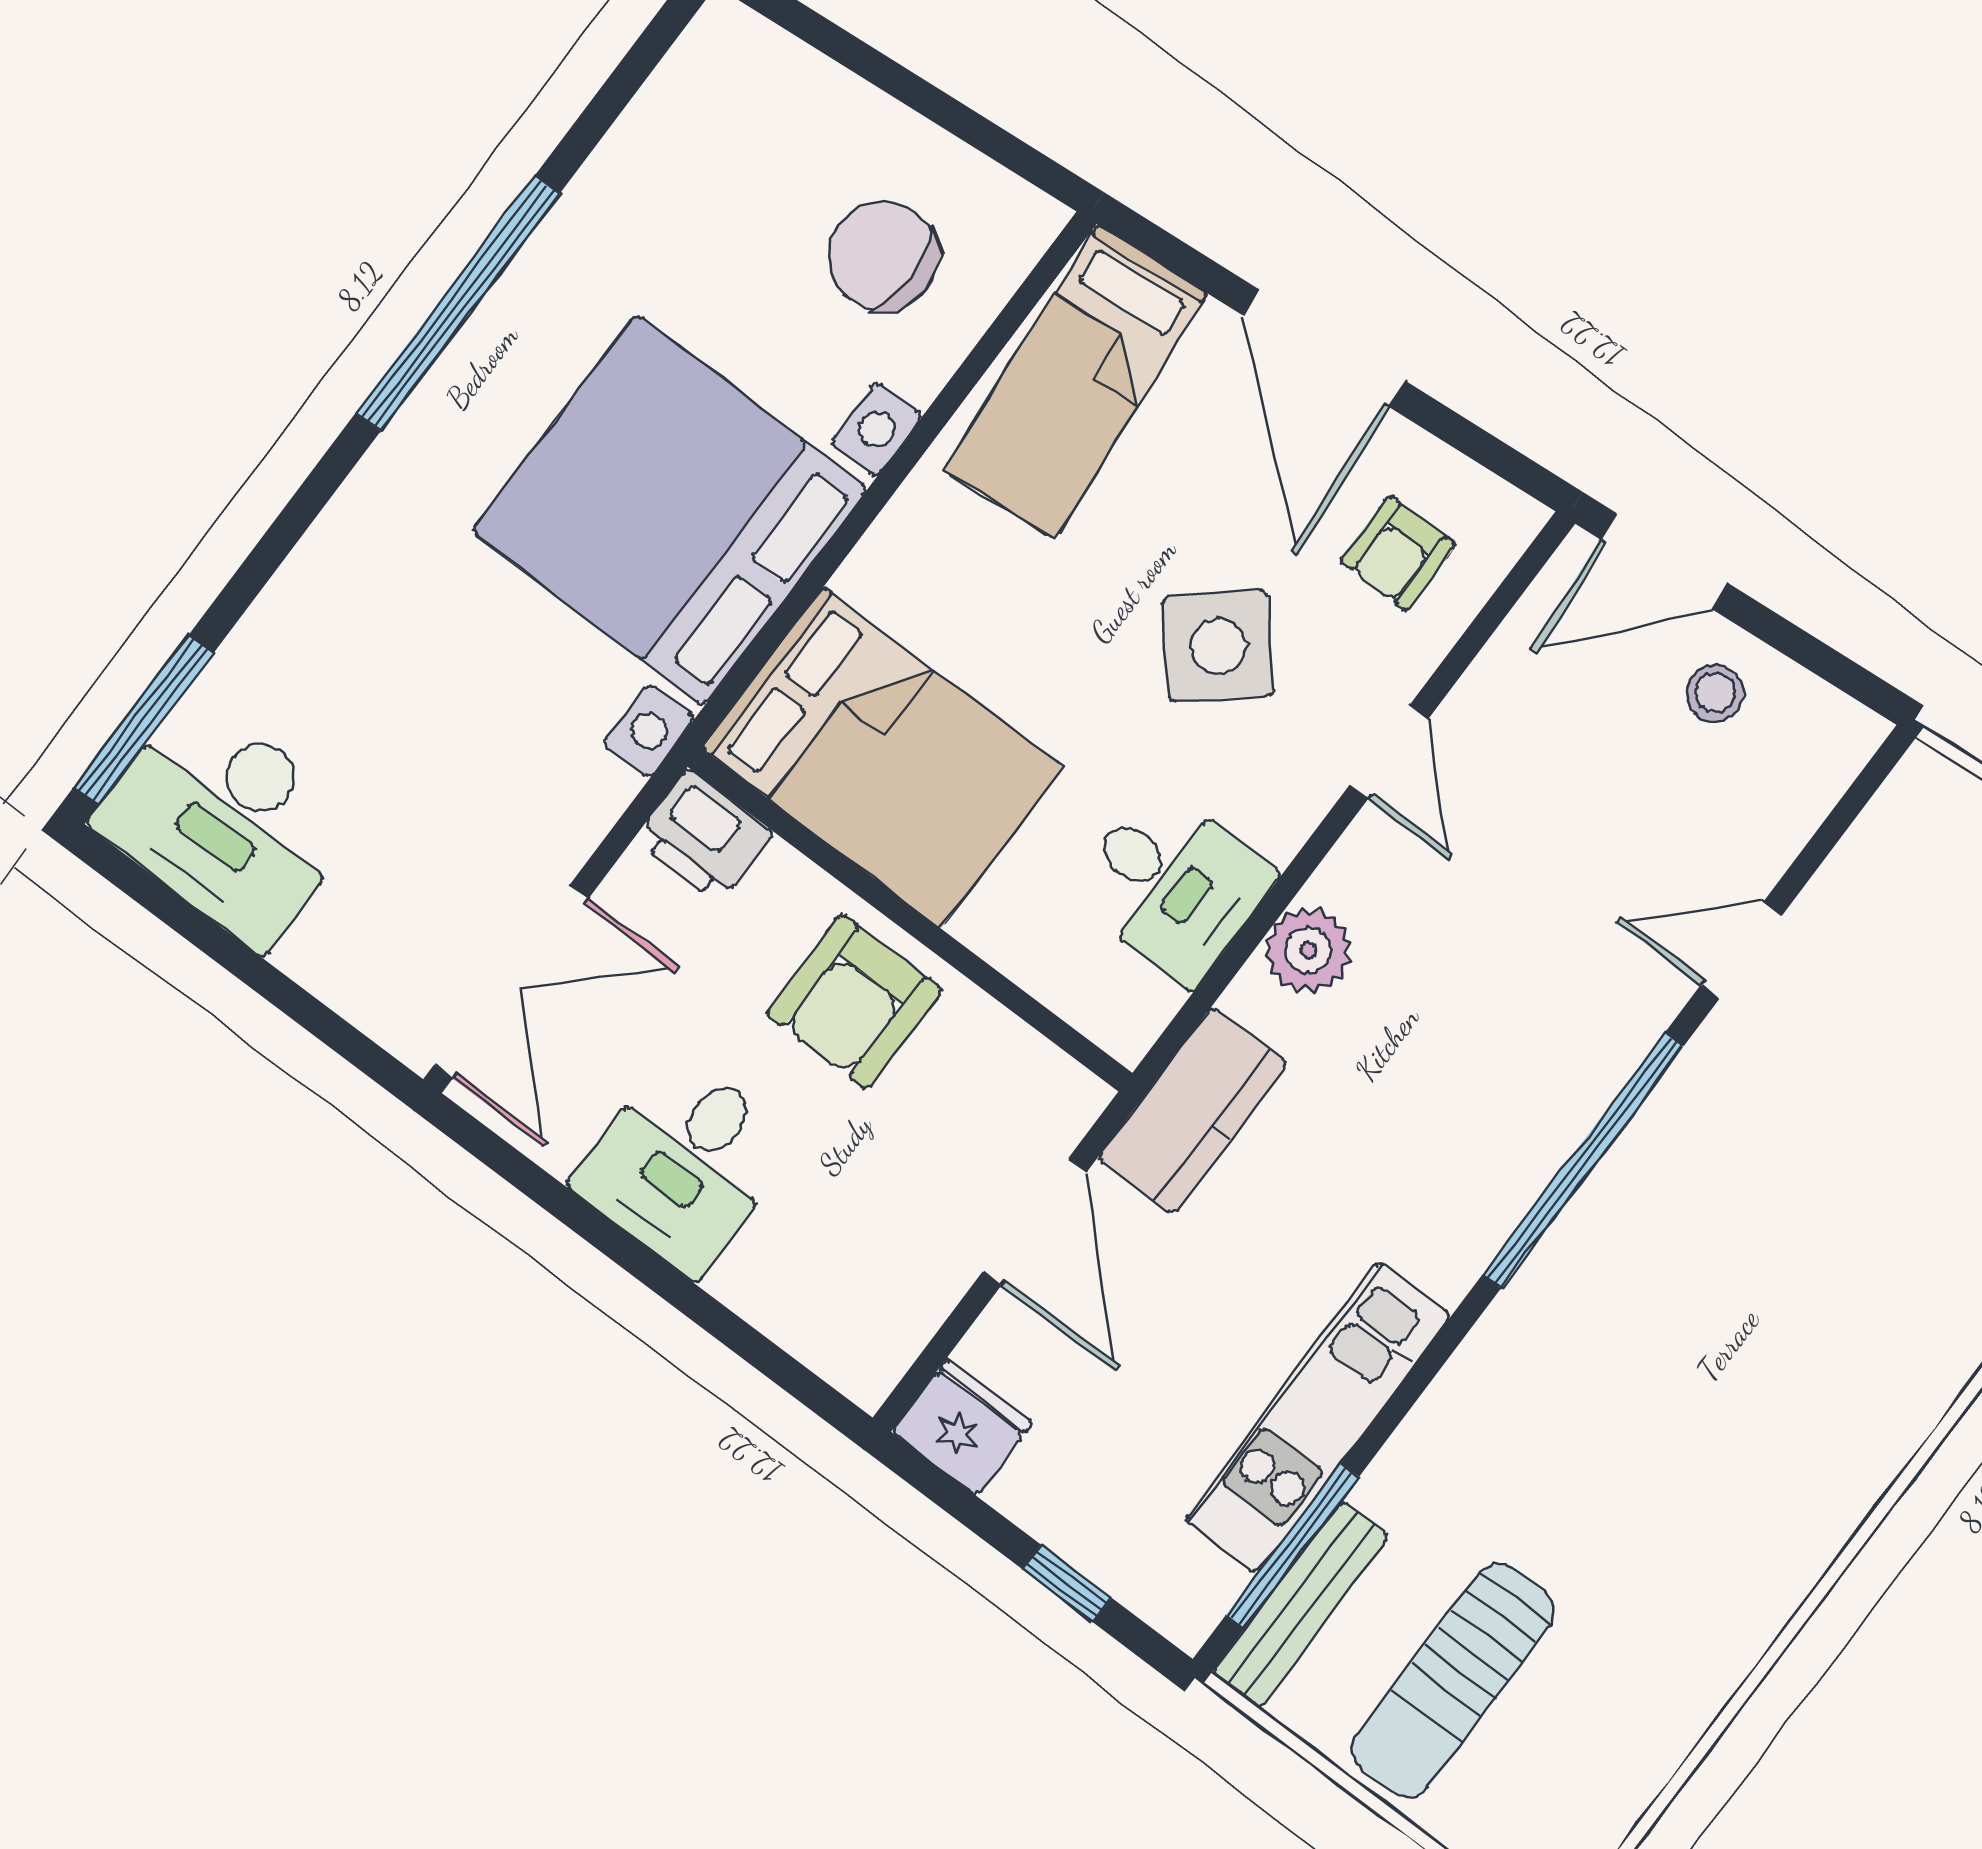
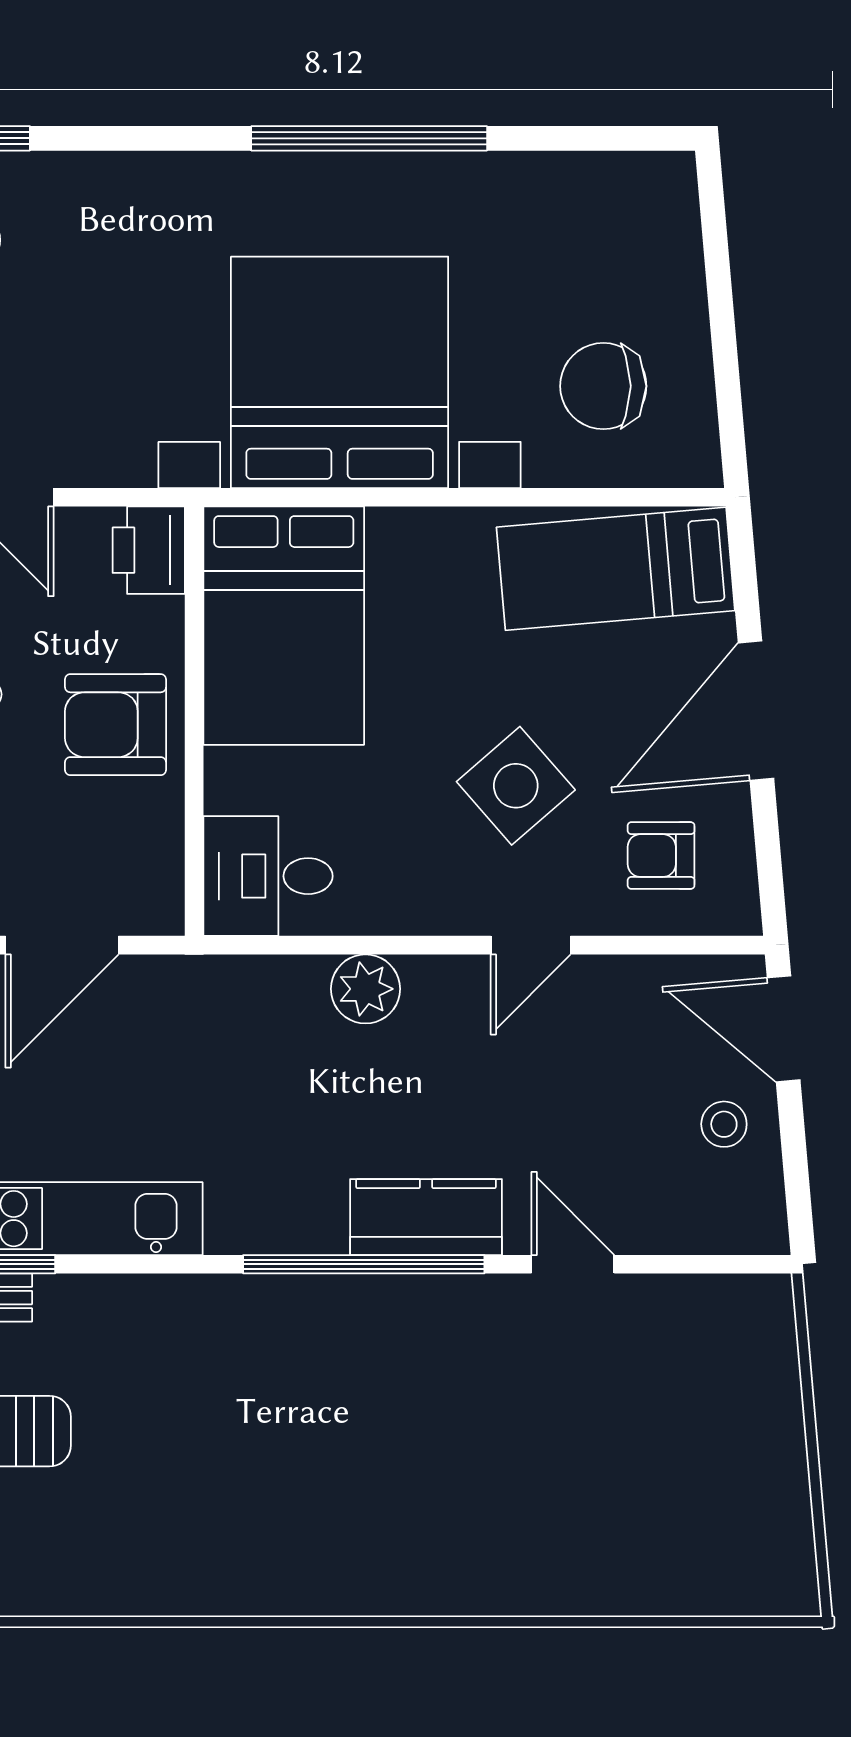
chair: (883, 256) -> (603, 386), turned -90
desk: (1173, 885) -> (268, 876), moved, turned 90
kitchen counter: (1193, 1111) -> (426, 1217), moved, turned 180

